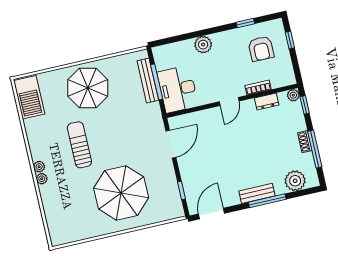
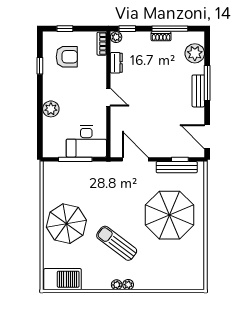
bench: (148, 81) -> (177, 167), moved
bookcase: (258, 88) -> (102, 44), moved
sun lounger: (79, 145) -> (117, 243), turned 37
plant: (42, 179) -> (117, 285), moved

